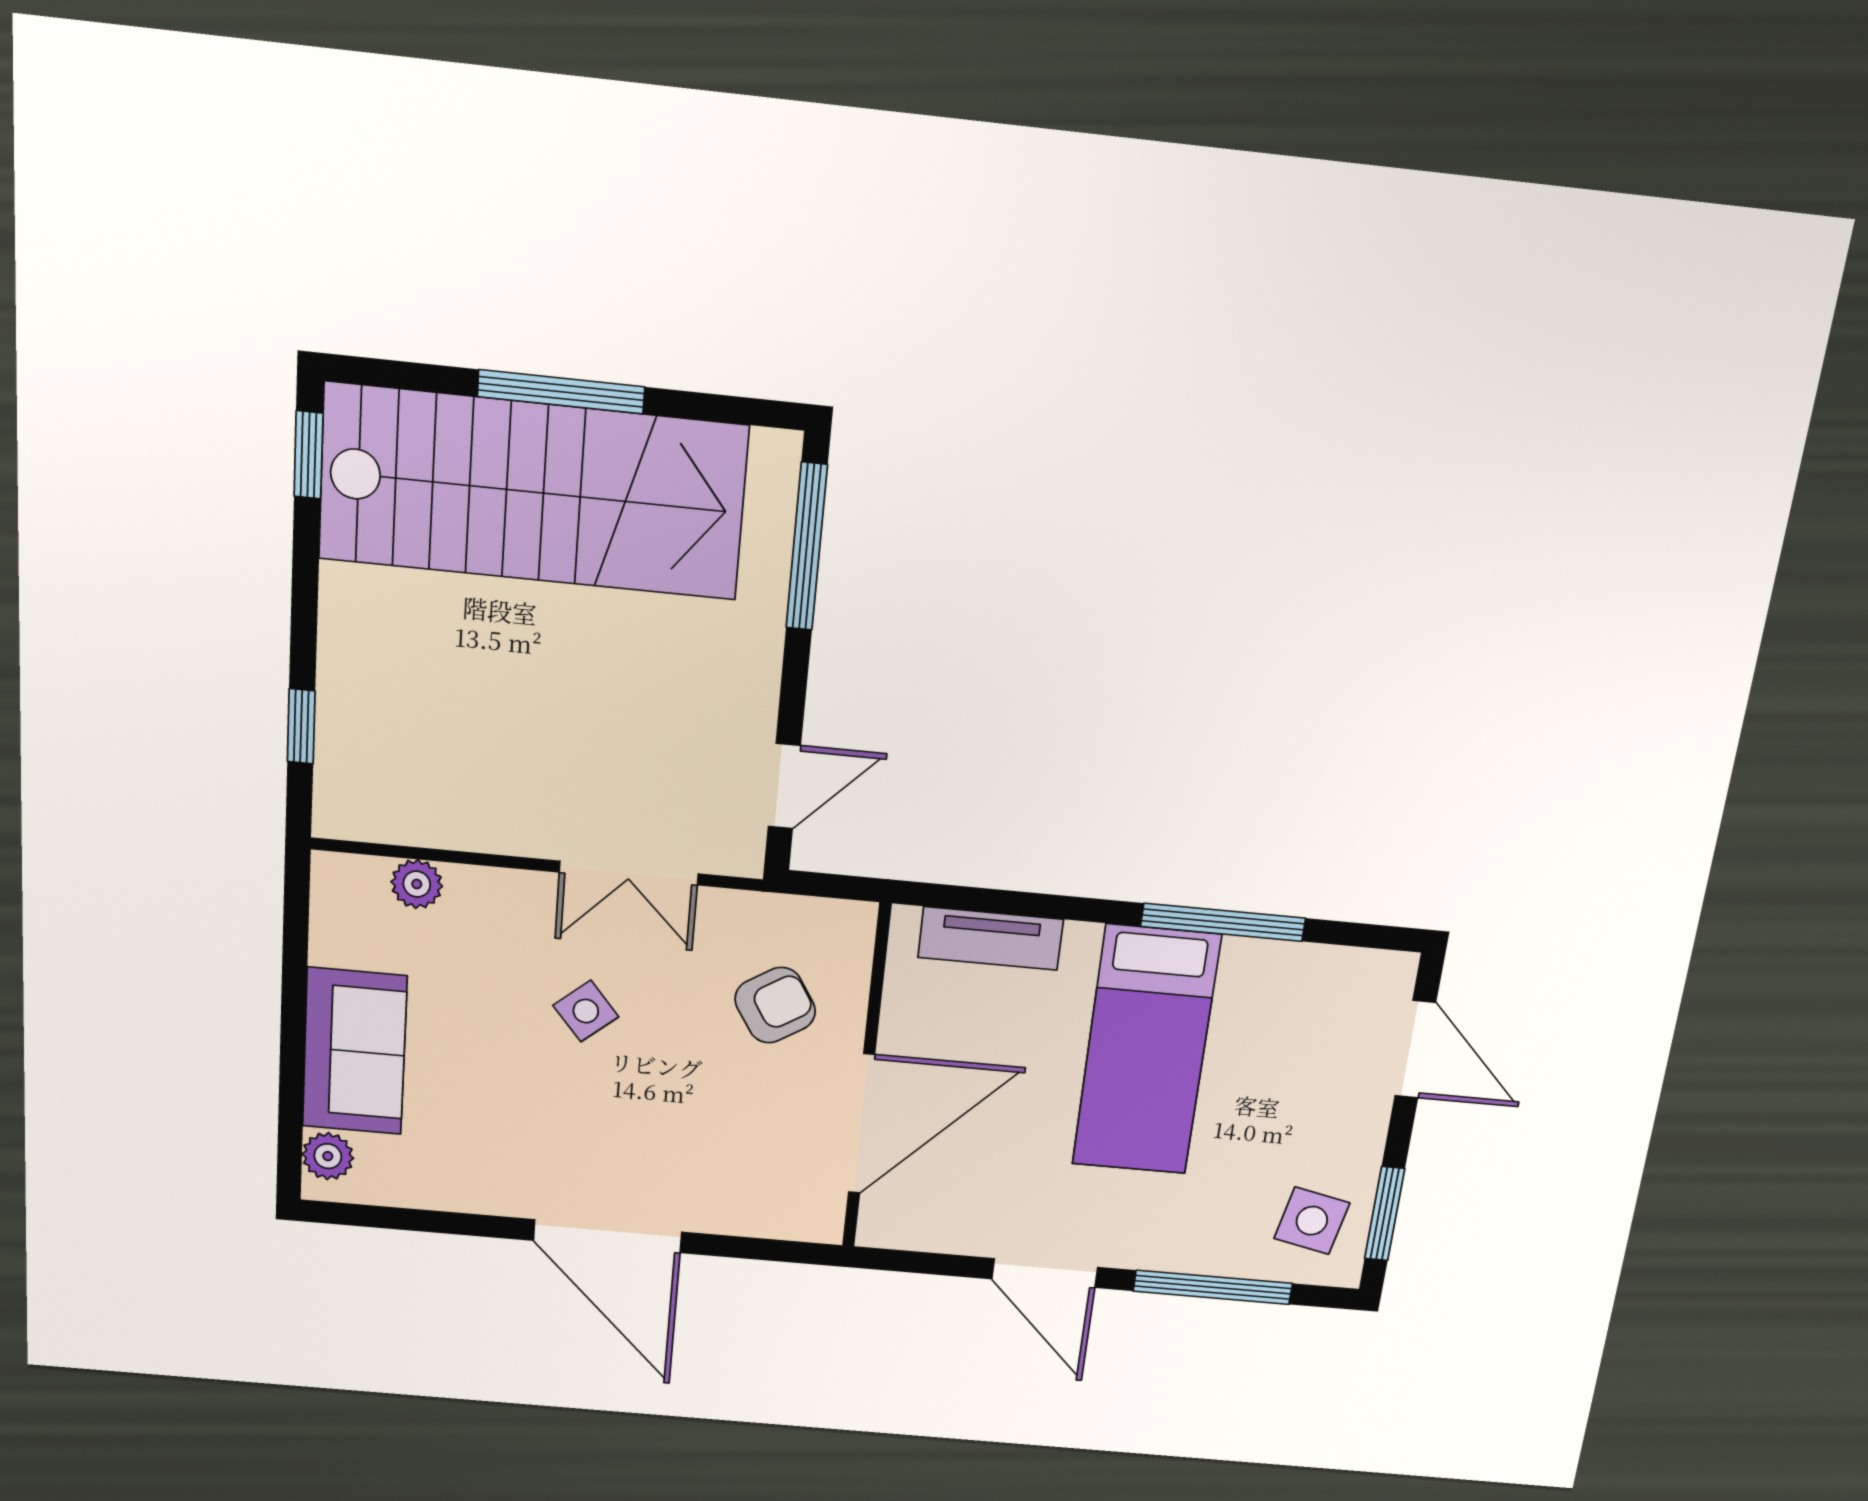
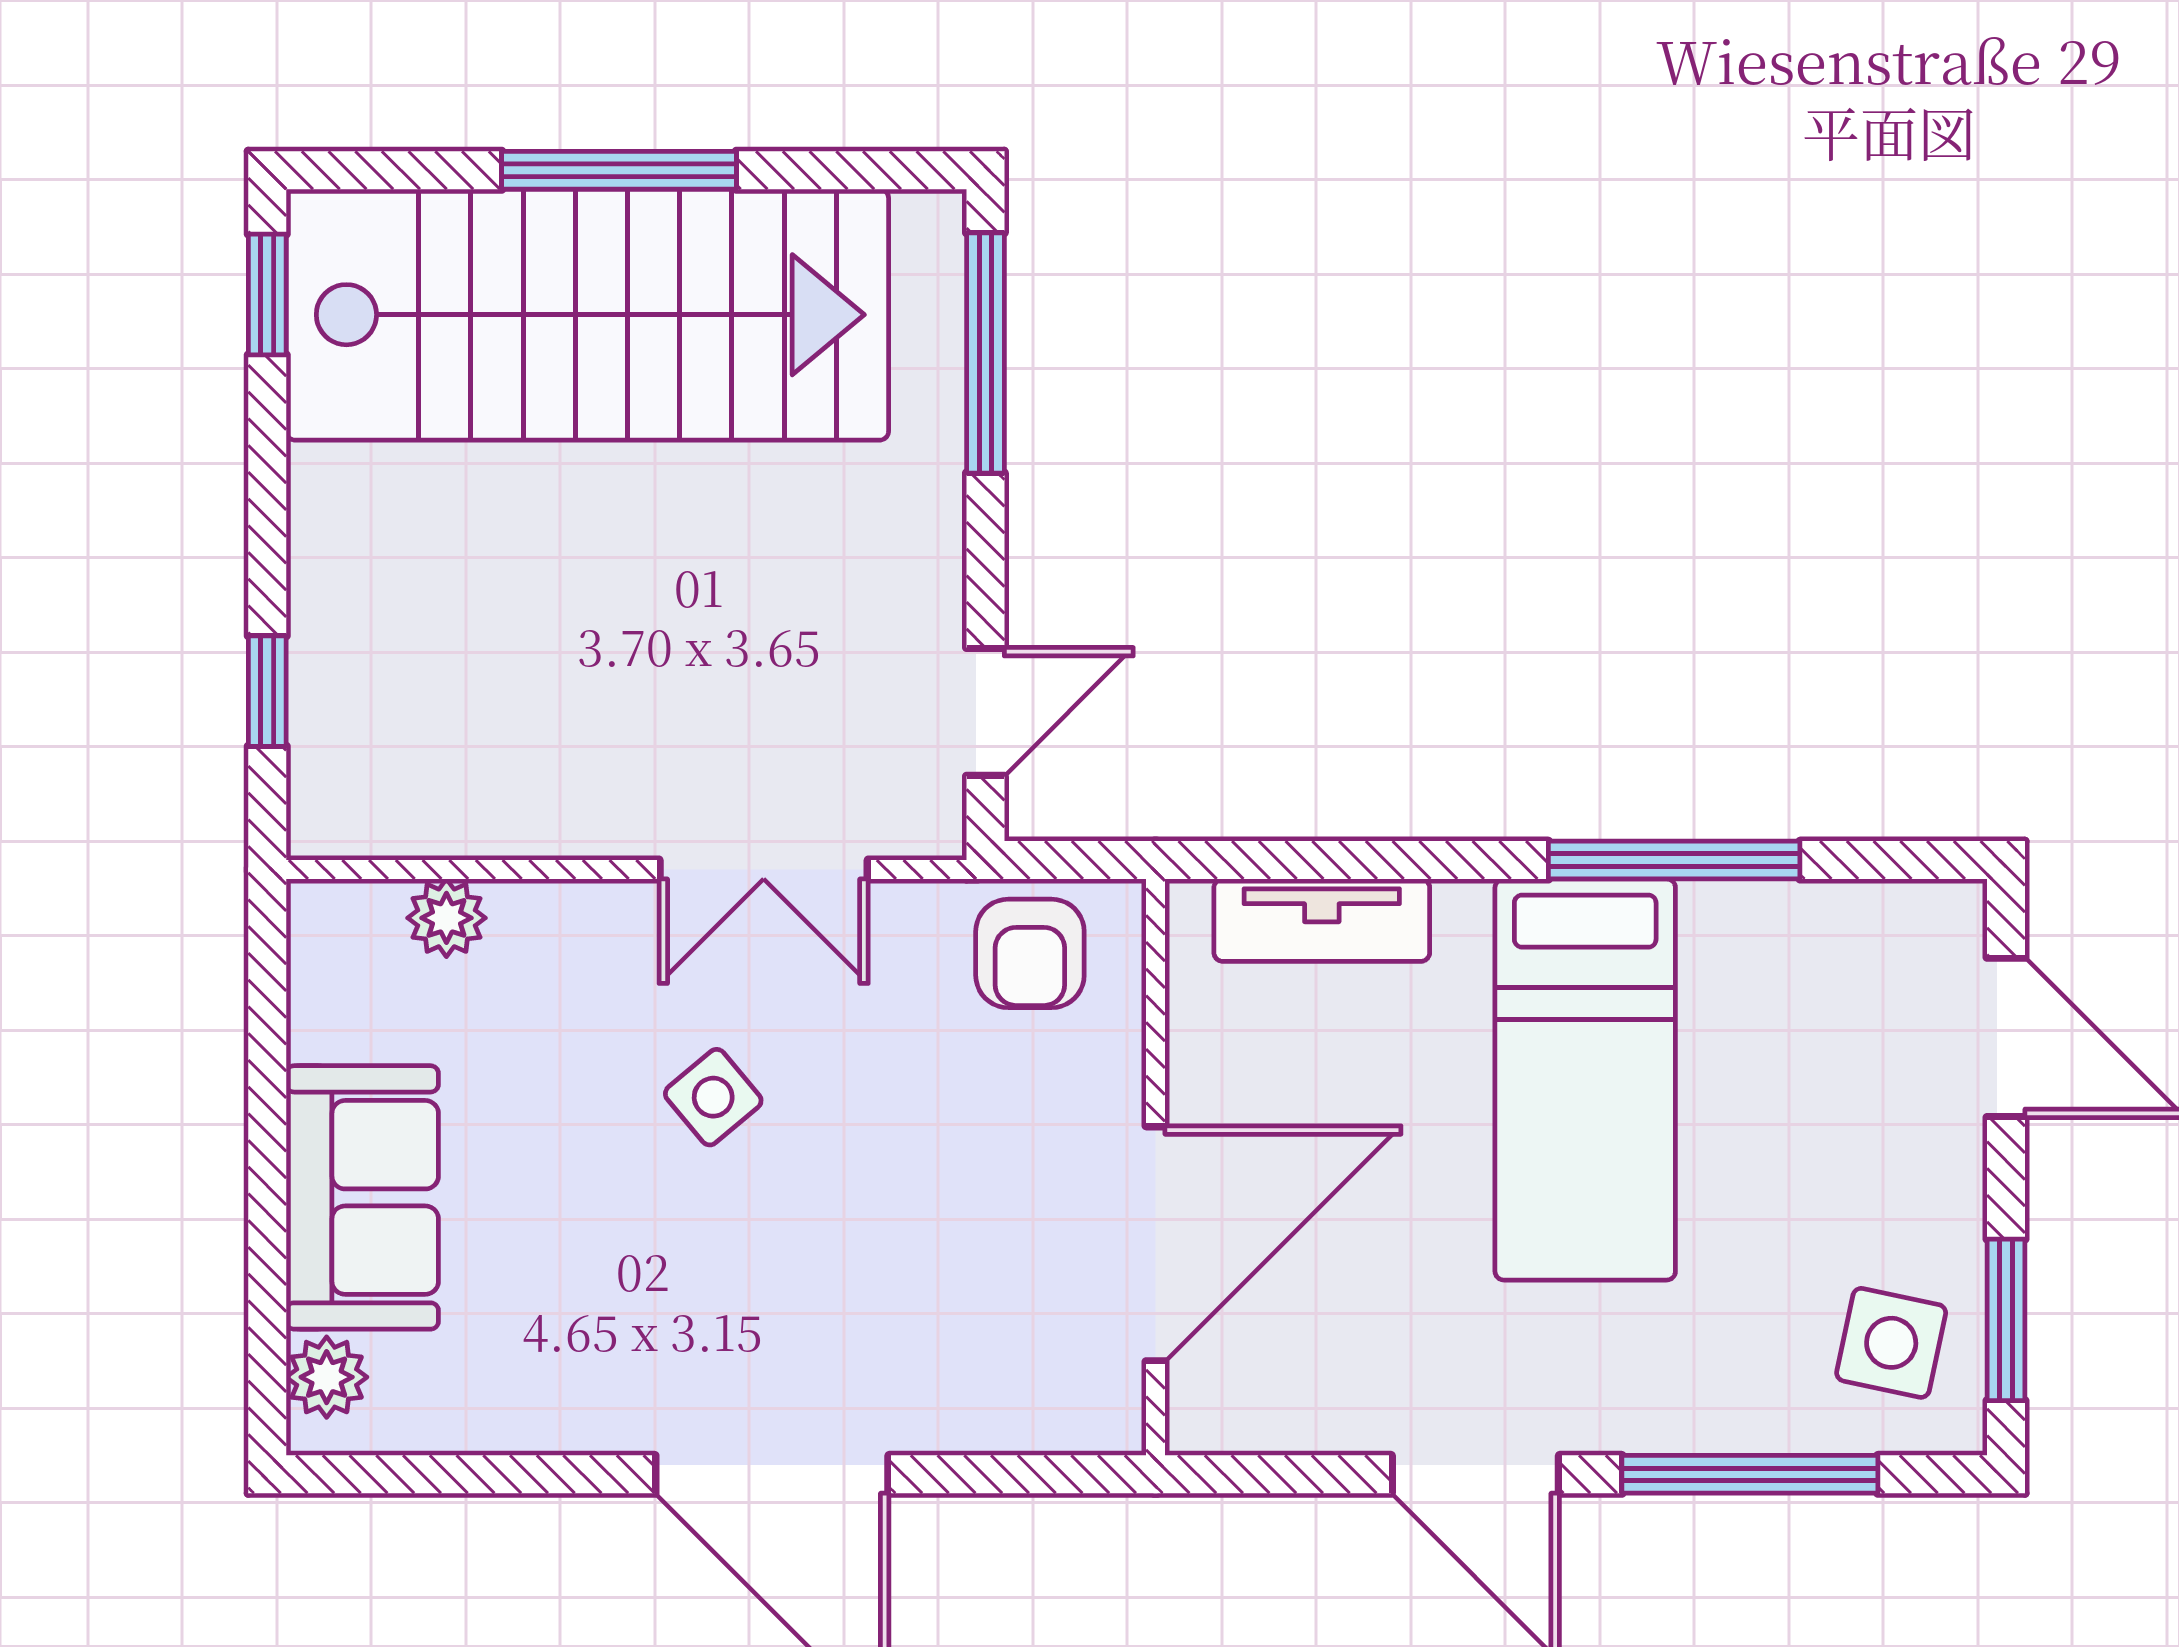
armchair: (775, 1005) -> (1030, 953), moved, turned 122

